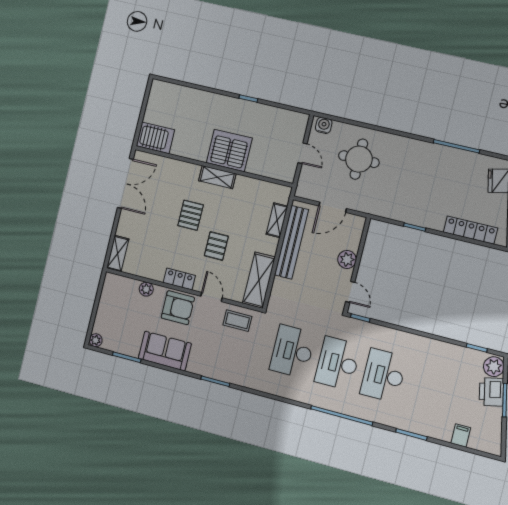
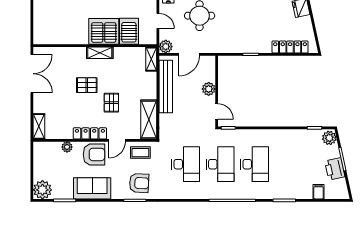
server rack: (155, 138) -> (129, 31), moved, turned -90
plant: (304, 189) -> (166, 47), added
pallet: (191, 215) -> (87, 85), turned 90
shelving: (277, 220) -> (151, 59), moved
locker: (179, 279) -> (90, 133), width x1.53
door: (212, 297) -> (117, 140), swing flipped
plant: (96, 340) -> (42, 190), width x1.88, depth x1.88
desk: (292, 351) -> (186, 164), turned 180
armchair: (226, 360) -> (139, 183), added
desk: (338, 363) -> (220, 164), turned 180
desk: (383, 375) -> (255, 164), turned 180
printer: (491, 392) -> (335, 169), moved

